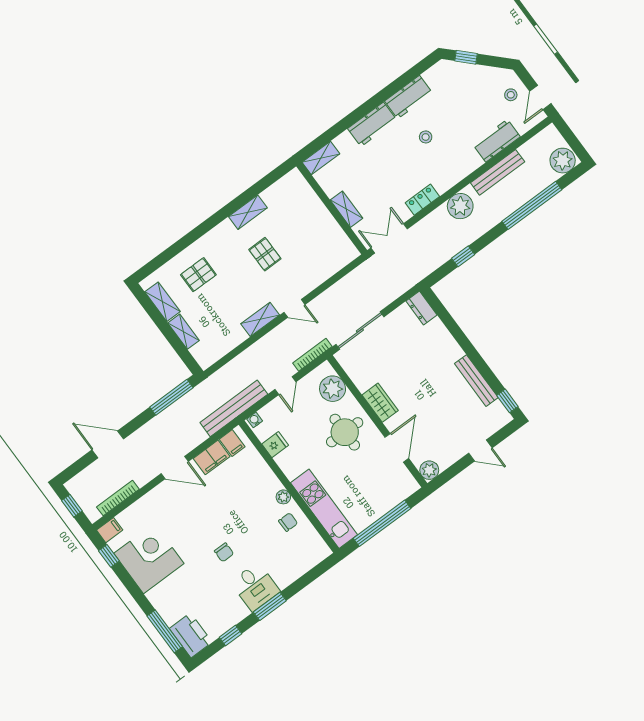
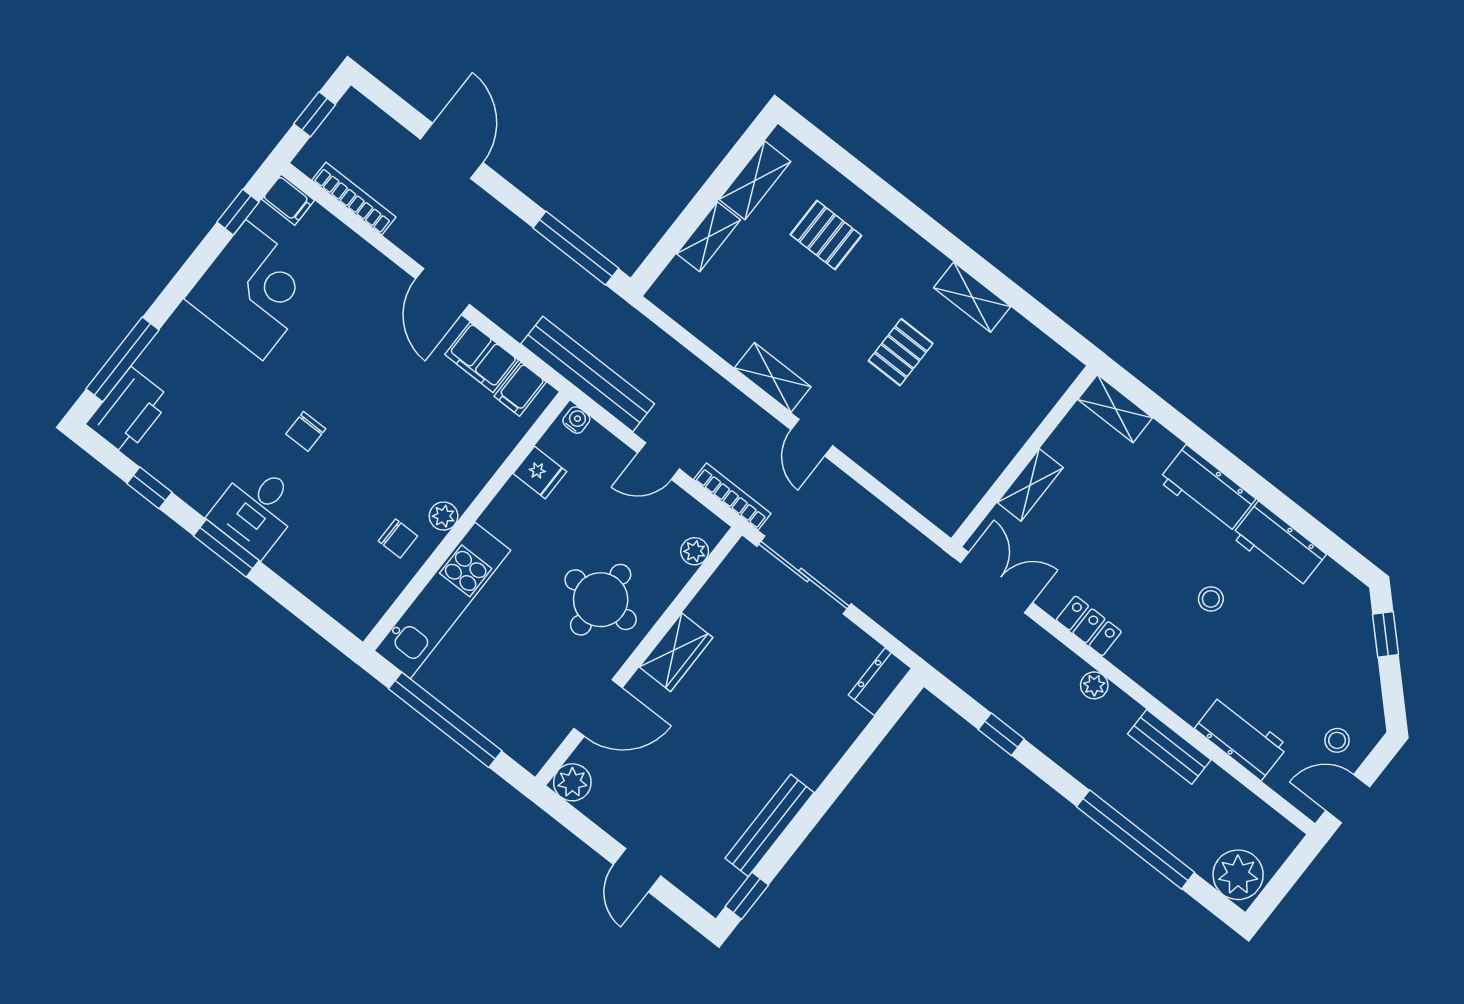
bench: (498, 172) -> (1169, 747), width x0.73
plant: (460, 206) -> (1094, 685), width x0.53, depth x0.53
plant: (333, 389) -> (695, 551), width x0.53, depth x0.53

